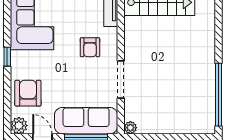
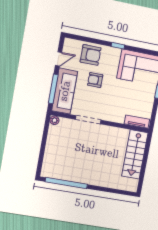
armchair: (90, 47) -> (95, 80), moved
plant: (19, 126) -> (70, 44), removed

